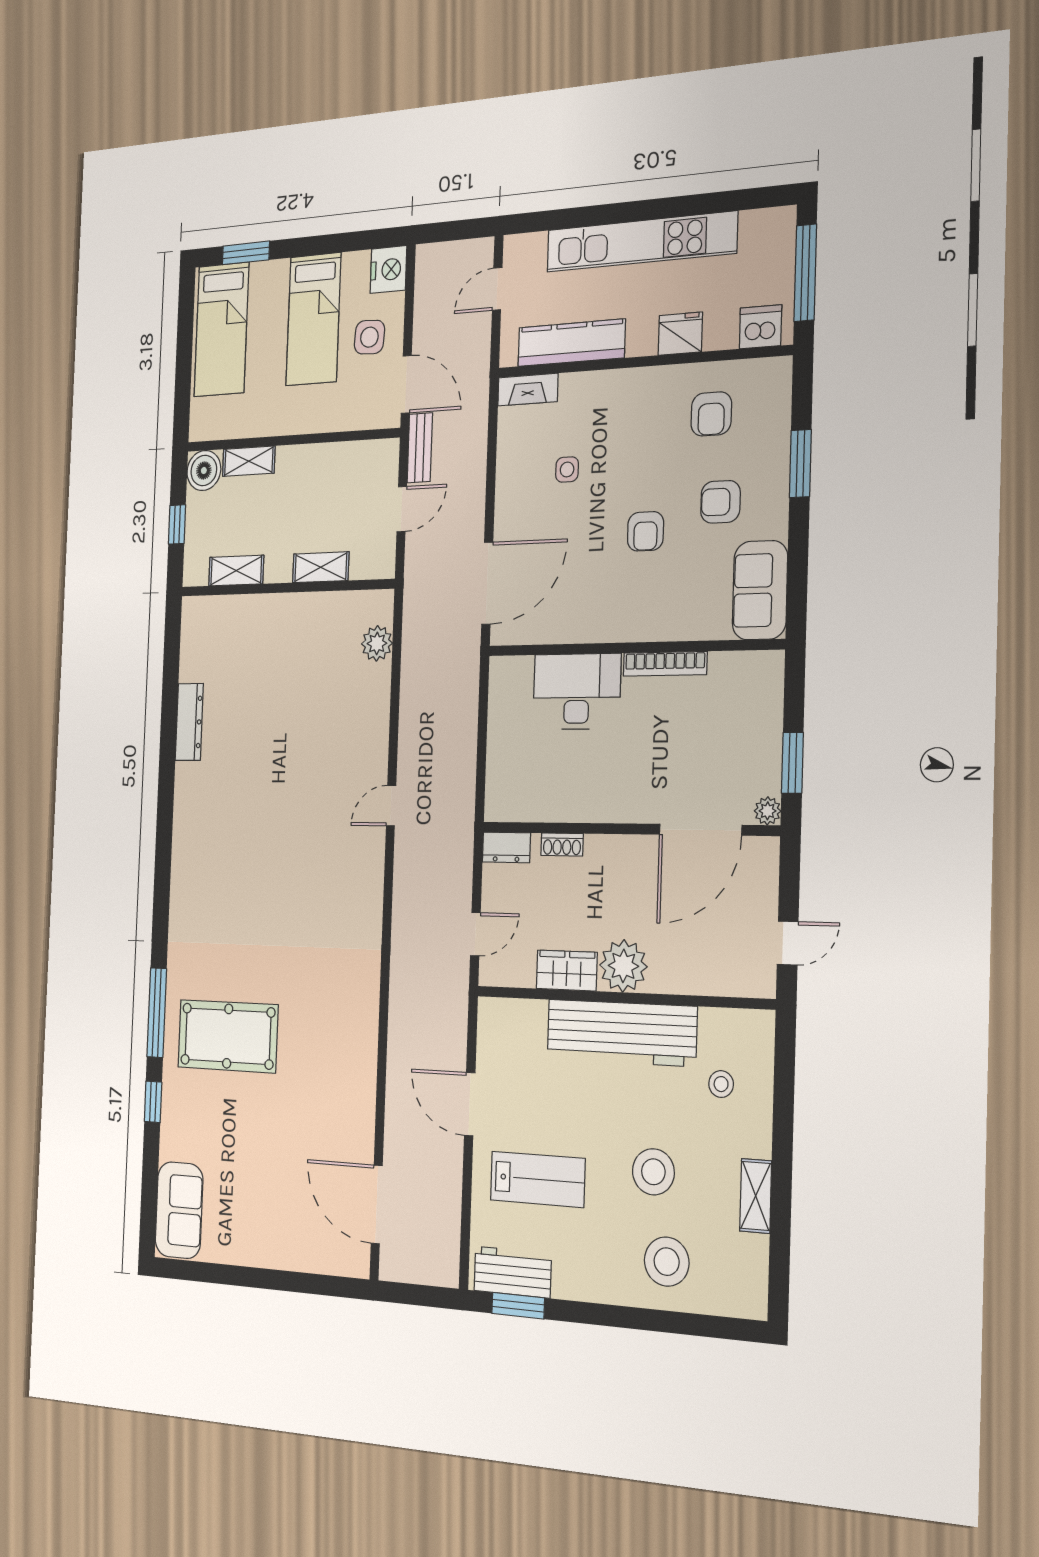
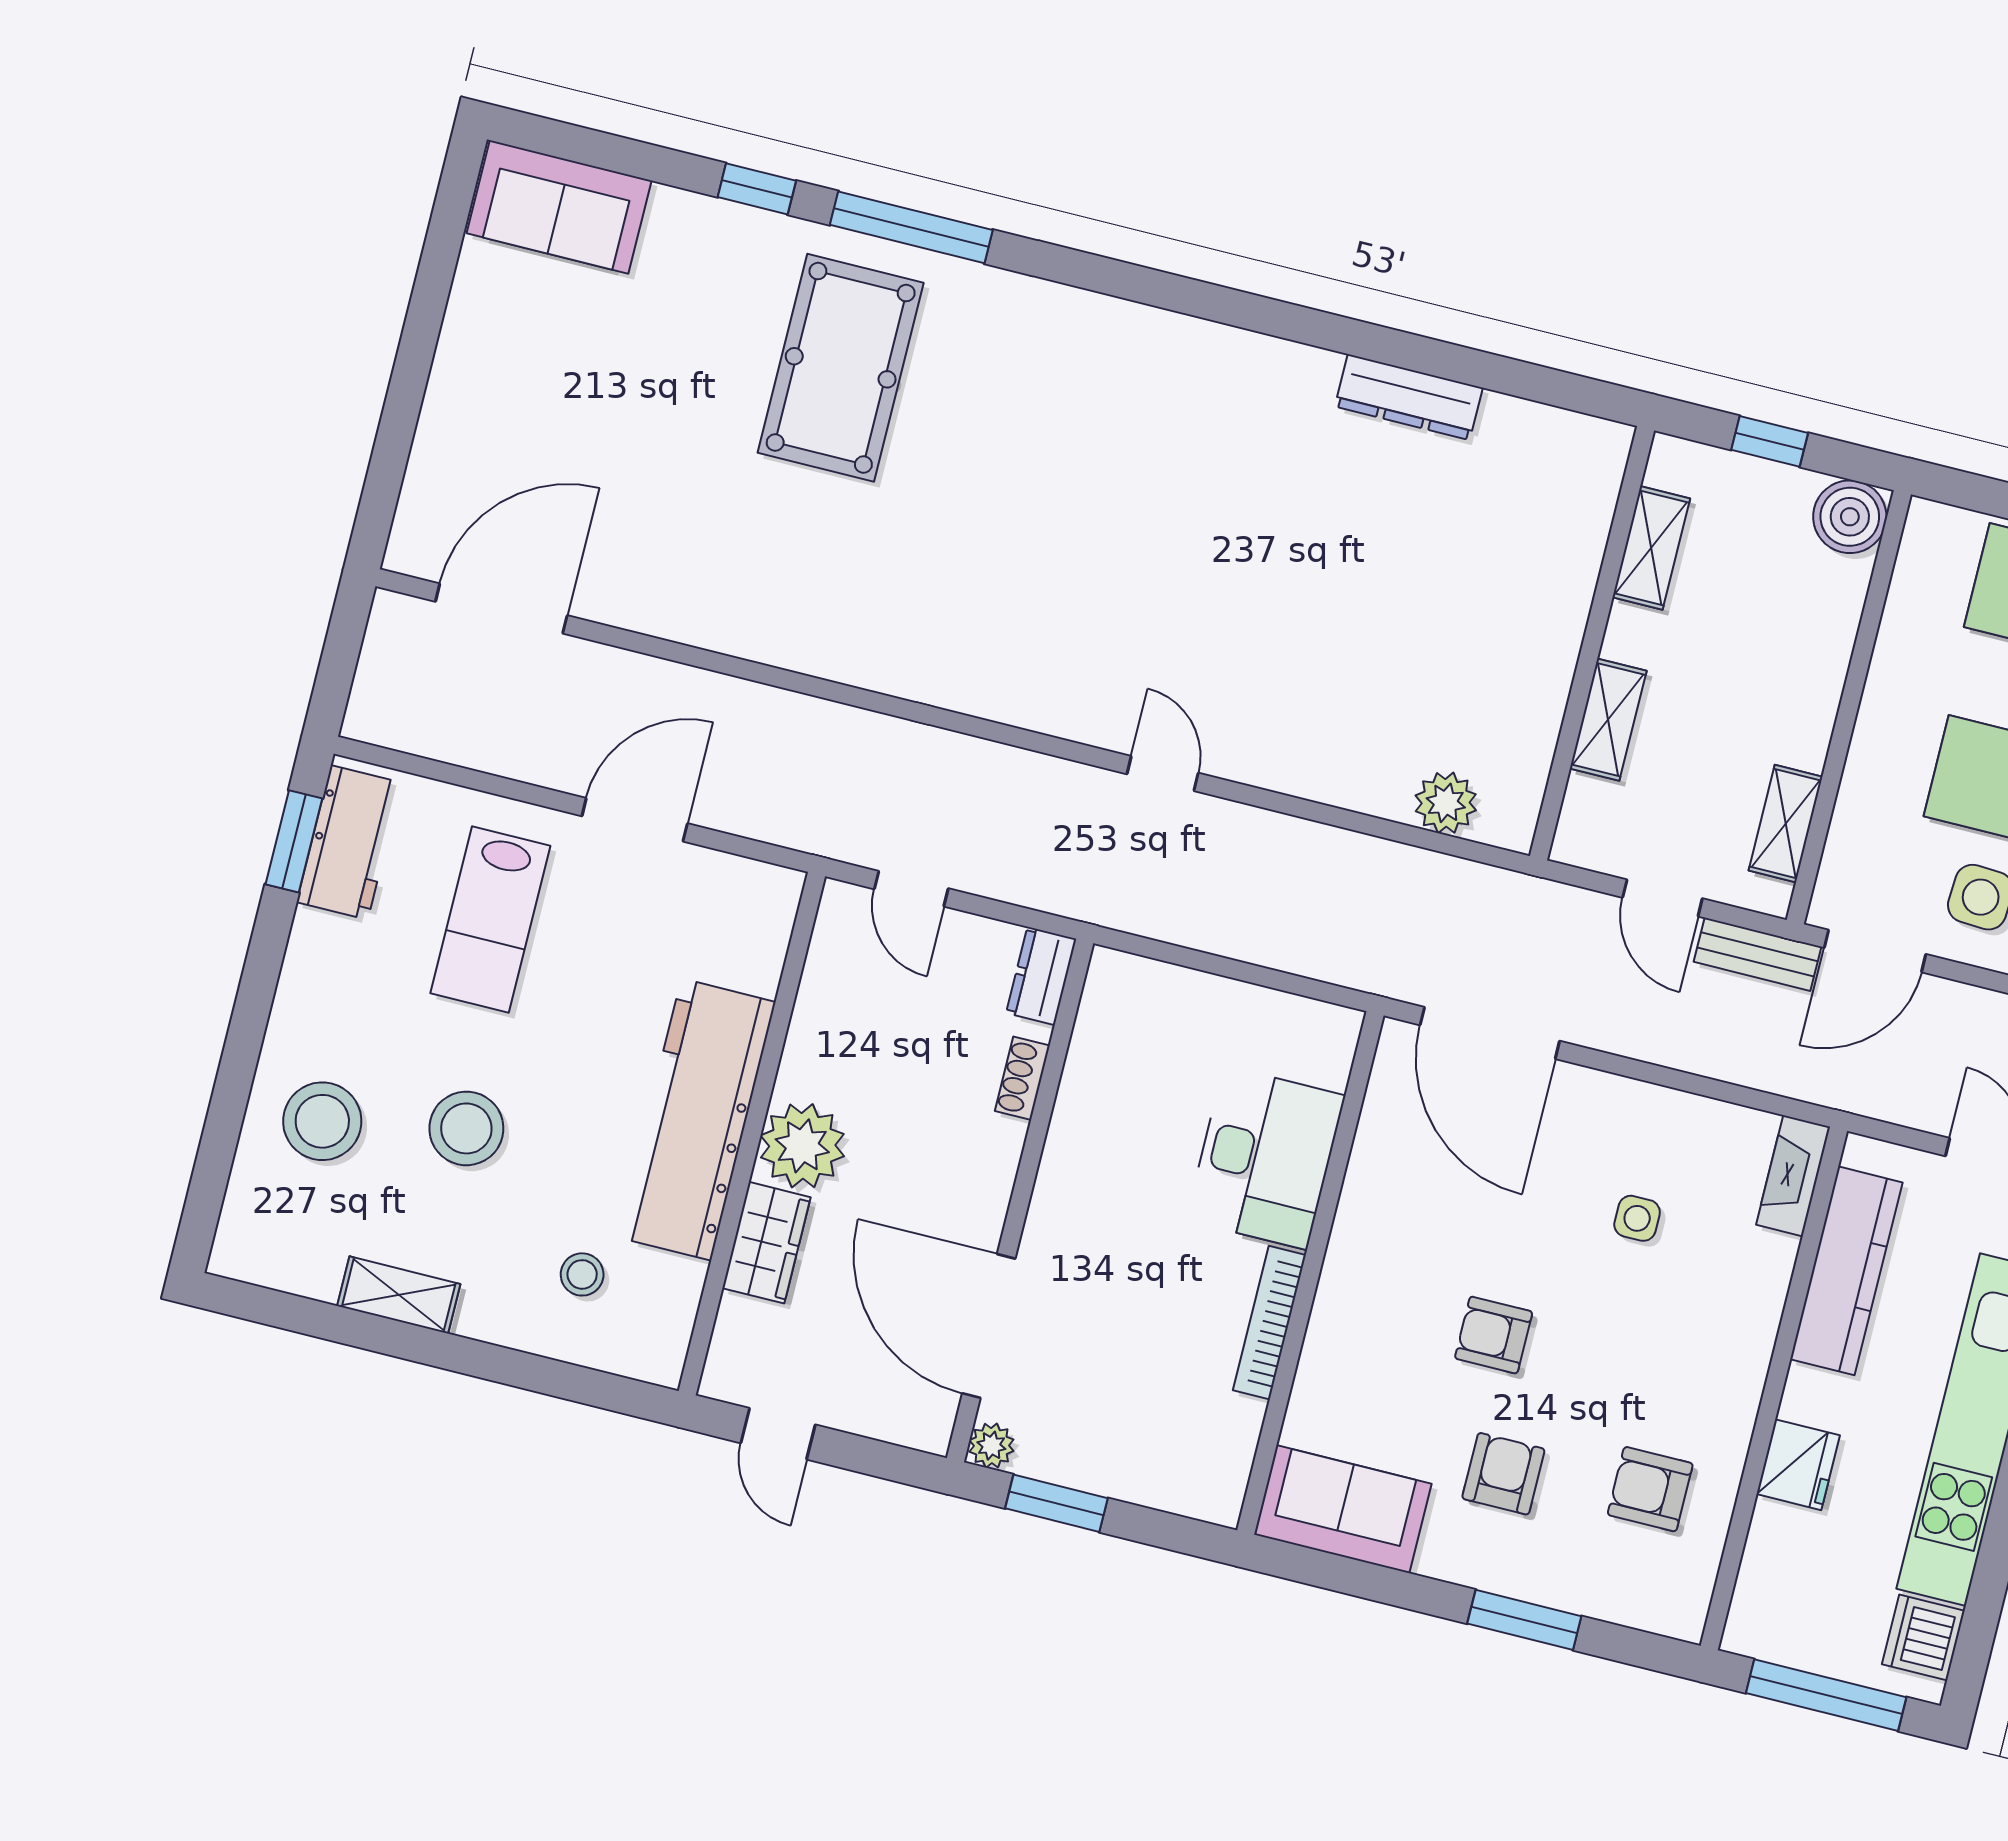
dishwasher: (760, 327) -> (1923, 1637), moved, turned 180
shelving: (249, 461) -> (1786, 824), moved
wardrobe: (567, 970) -> (766, 1243), moved

